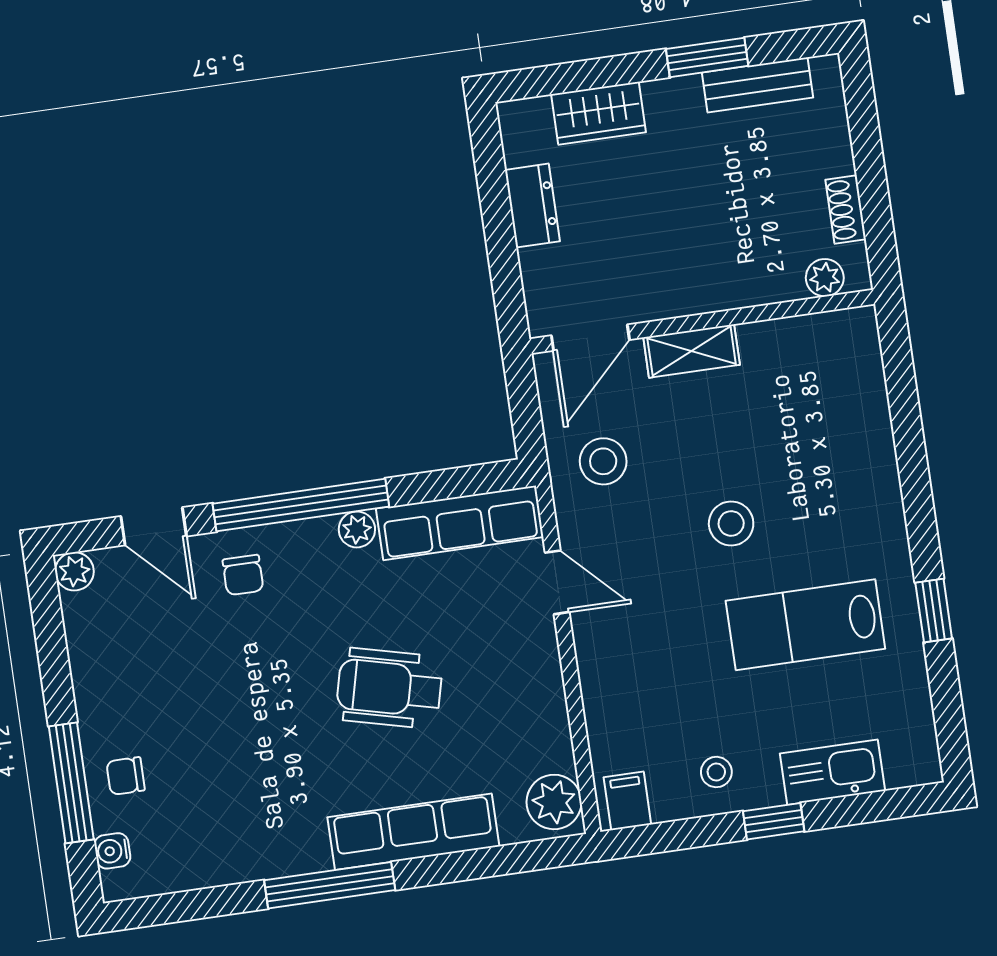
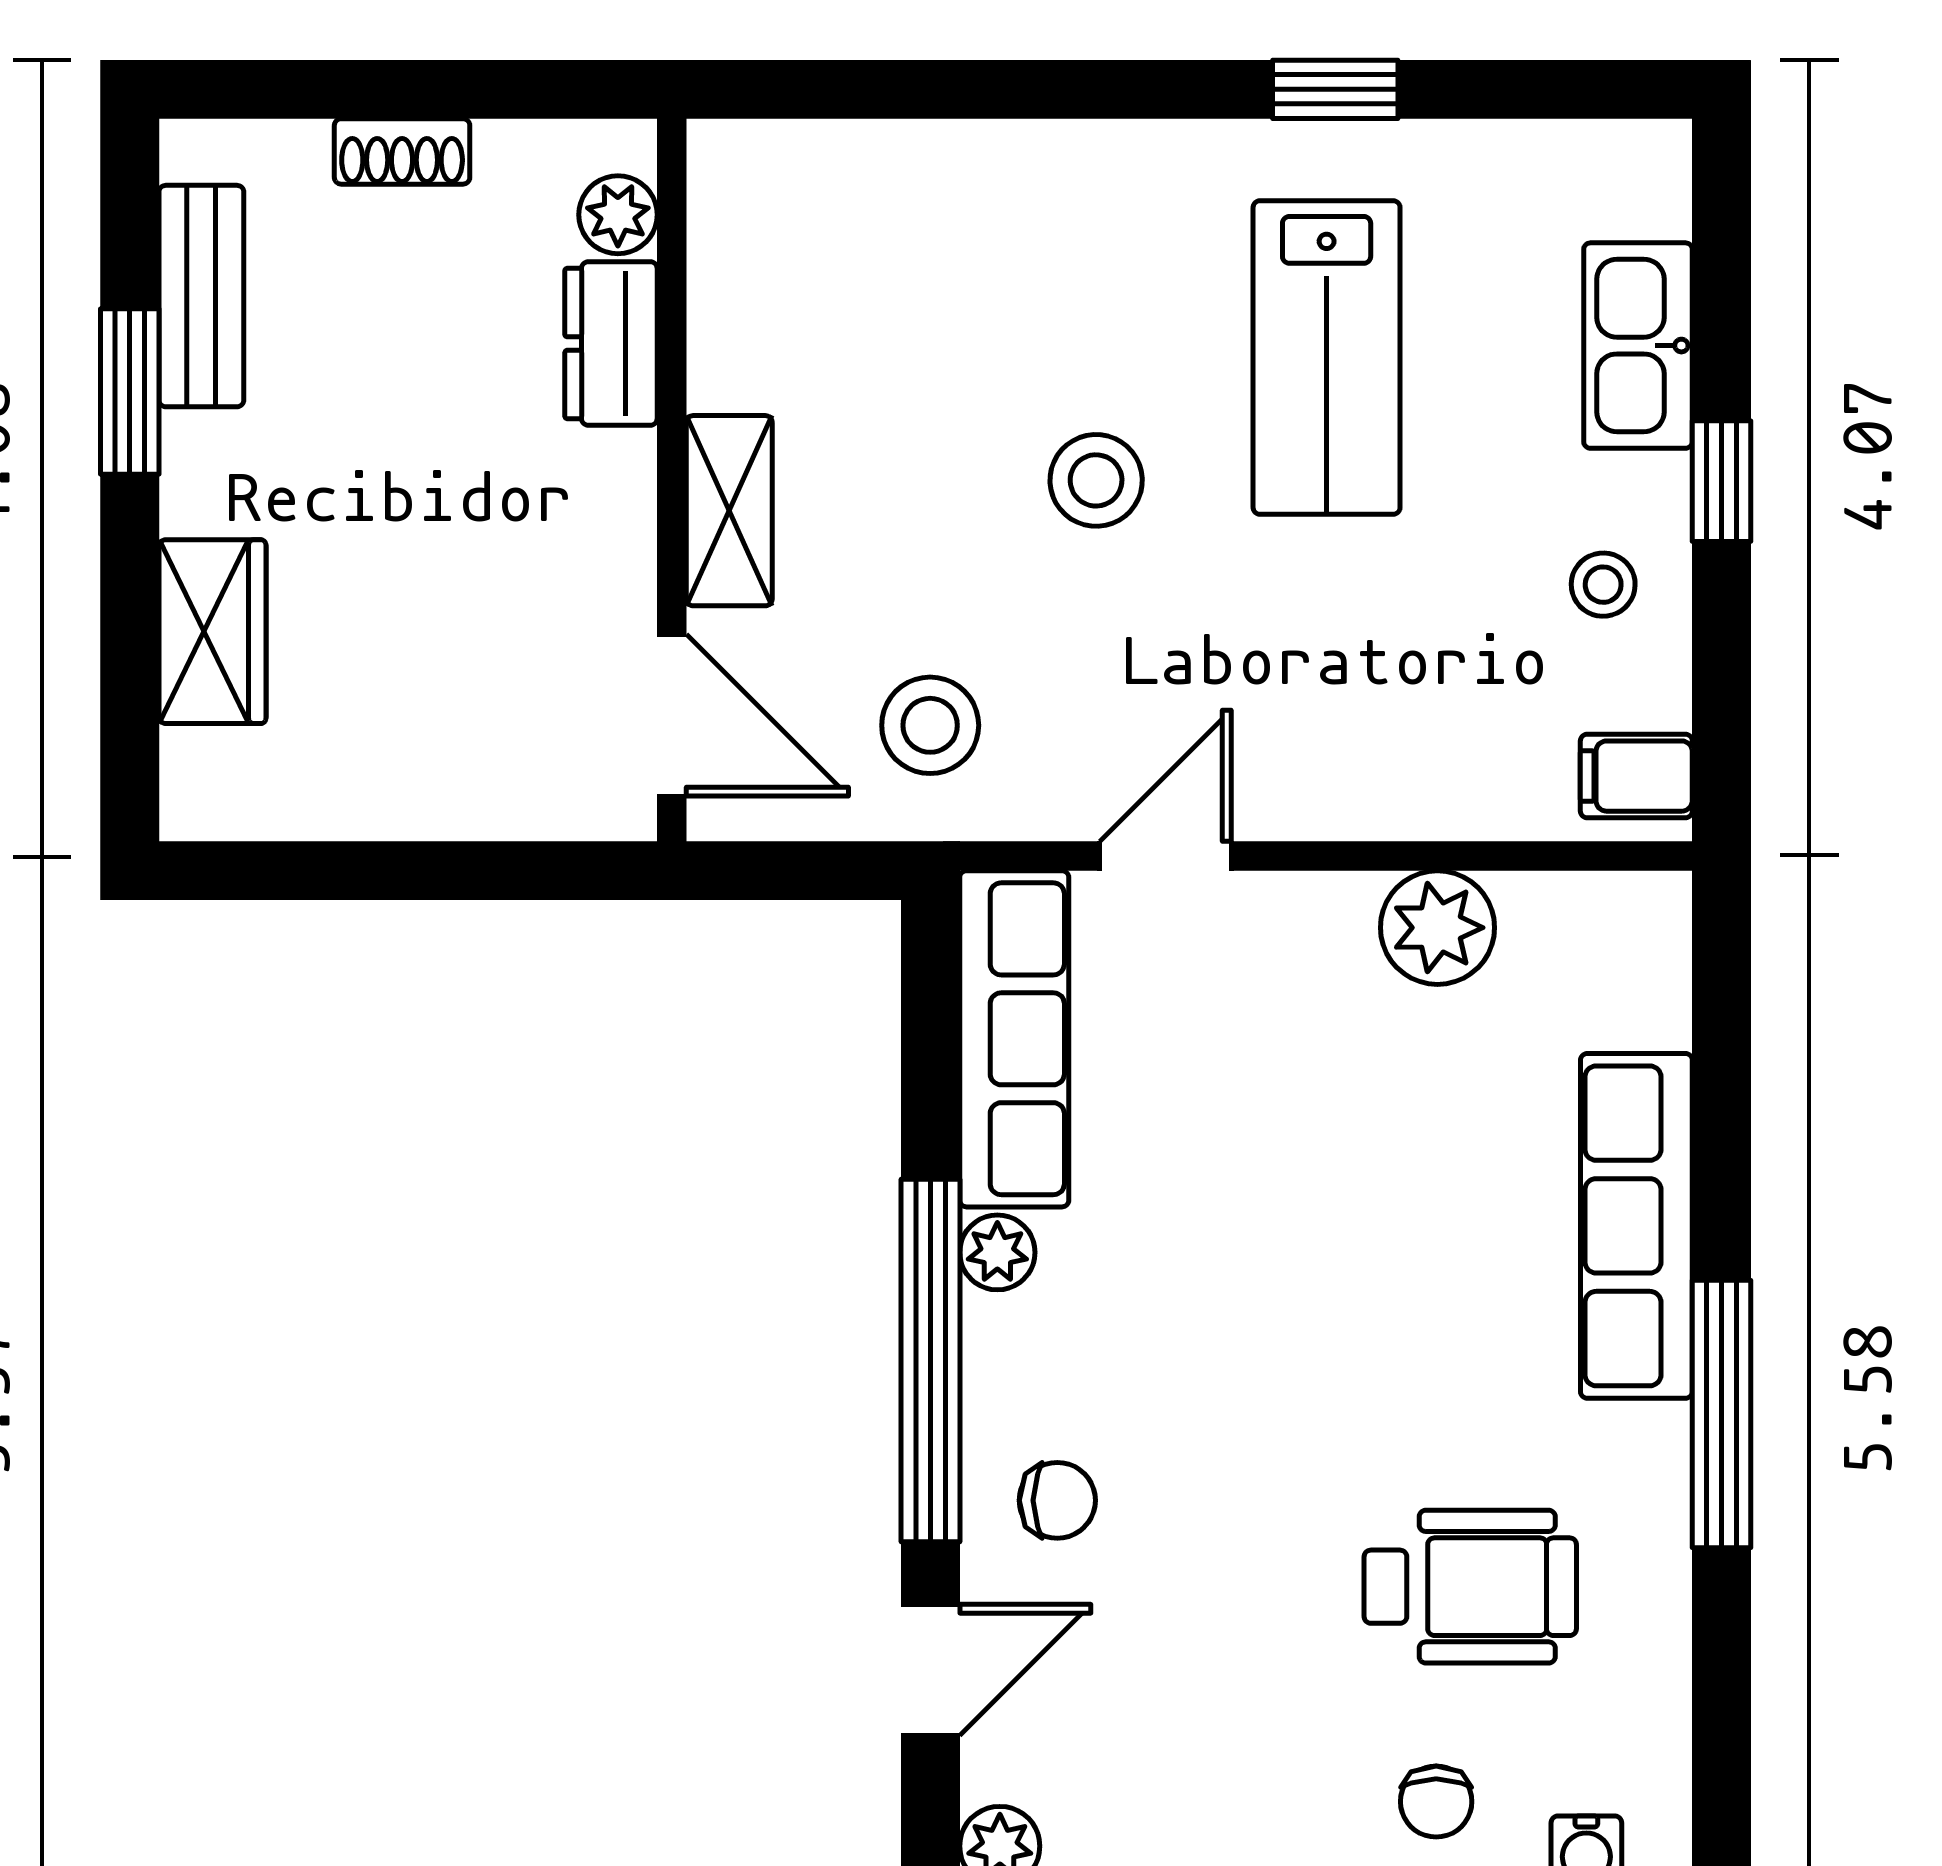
dresser: (532, 206) -> (611, 344), moved, turned -90
shoe rack: (846, 209) -> (402, 151), moved
wheelchair: (389, 688) -> (1470, 1587), moved, turned -104
plant: (554, 802) -> (1437, 928), moved

